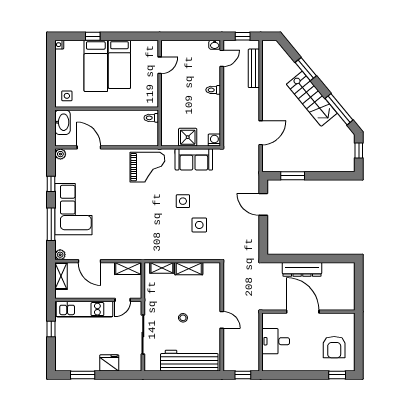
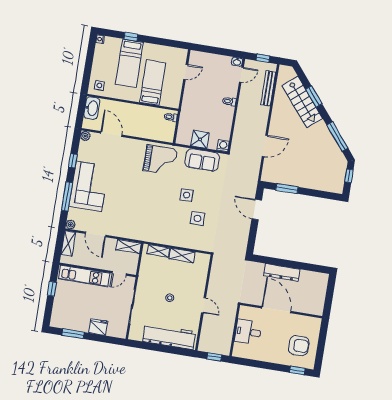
bed: (119, 64) -> (153, 83), moved, turned 180
stairs: (312, 99) -> (302, 102), moved
armchair: (334, 347) -> (299, 346), turned -90

